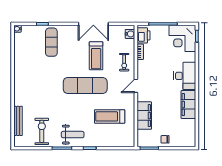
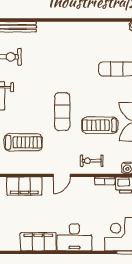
exercise mat: (85, 86) -> (62, 112), width x0.73, depth x0.69
door: (136, 86) -> (62, 175), swing flipped
treadmill: (110, 116) -> (23, 142), turned 90

